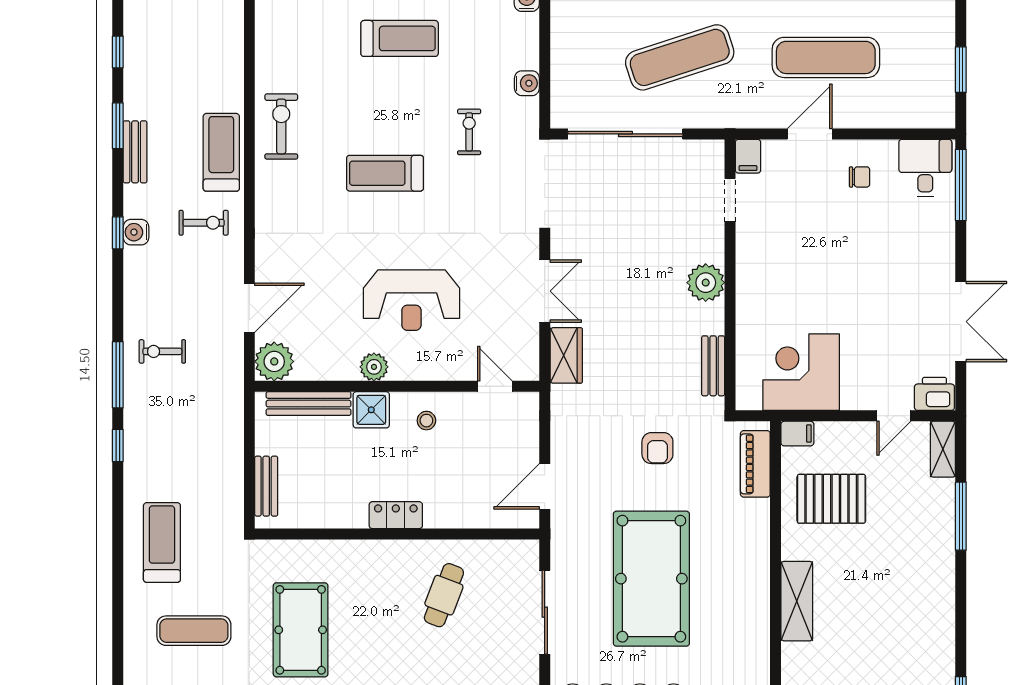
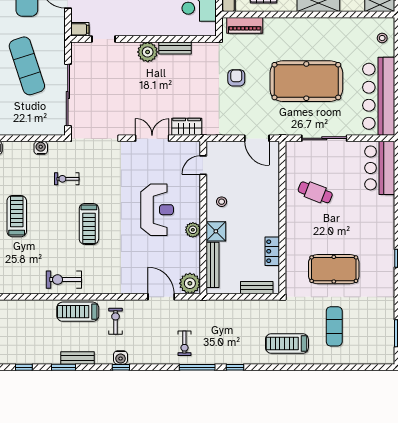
bench: (713, 366) -> (175, 48), moved
armchair: (657, 448) -> (236, 78), turned -90
locker: (396, 515) -> (272, 251), moved

